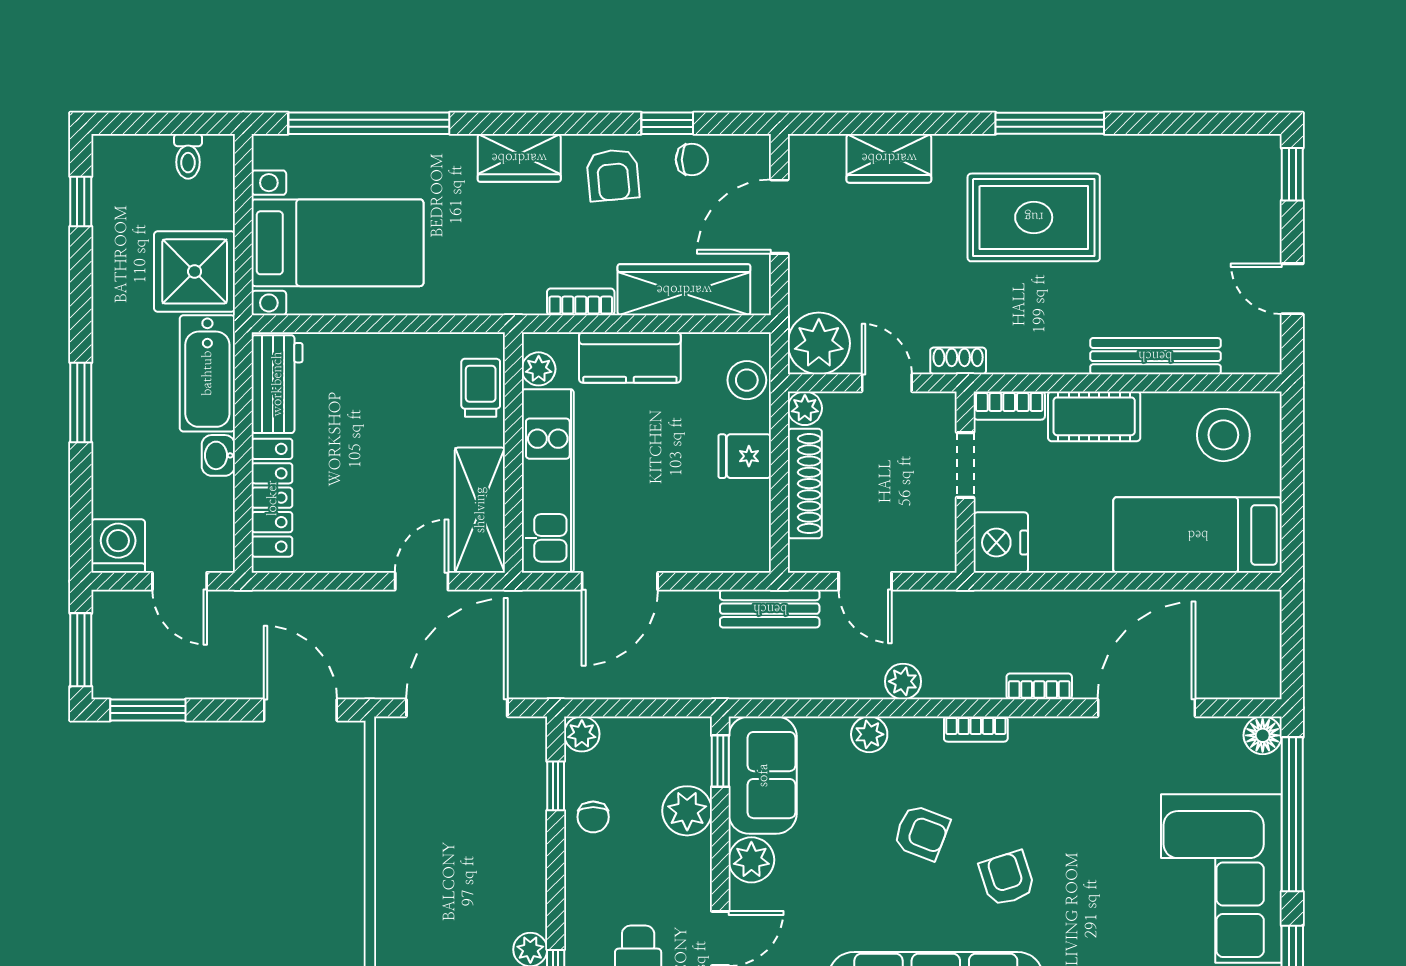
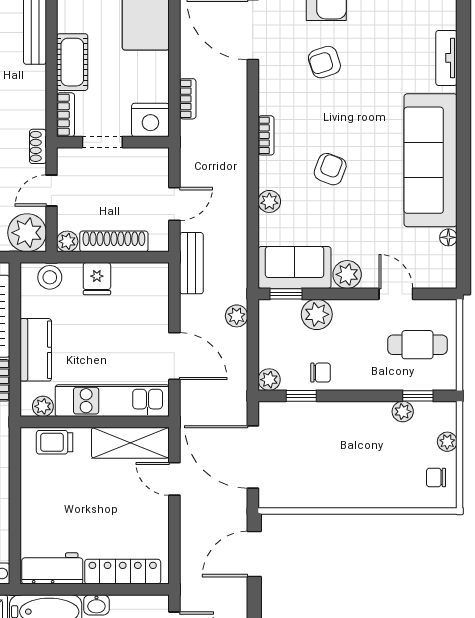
plant: (903, 681) -> (237, 316), moved
bookcase: (1039, 686) -> (188, 99), moved, turned 180
armchair: (1007, 878) -> (324, 62), moved

